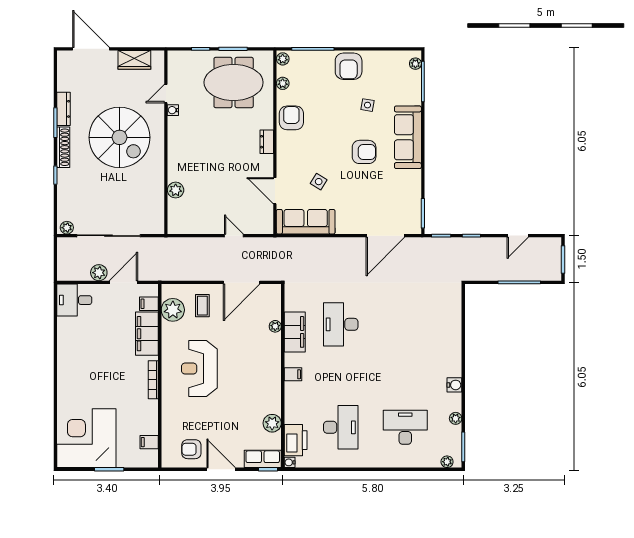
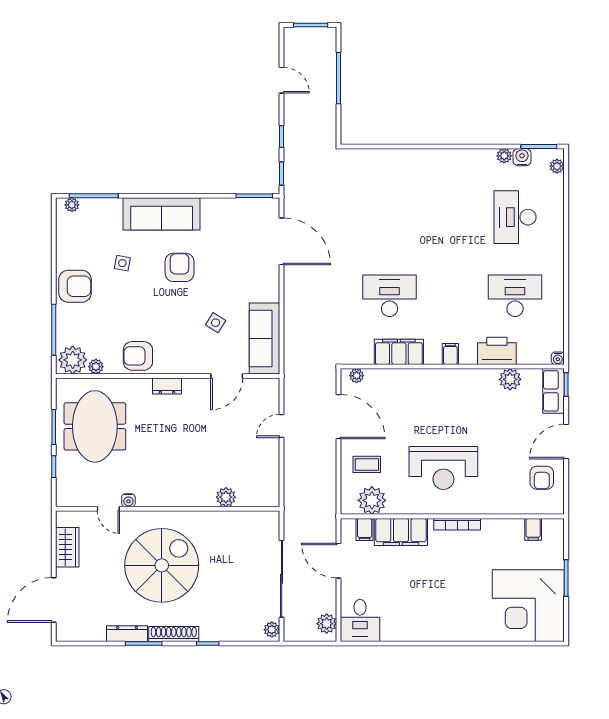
plant: (283, 59) -> (73, 360), width x1.87, depth x1.87
plant: (99, 273) -> (327, 624), moved
desk: (341, 324) -> (390, 296), turned 180
plant: (275, 326) -> (357, 376), moved
water cooler: (454, 385) -> (522, 157), moved
printer: (296, 440) -> (497, 351), moved

